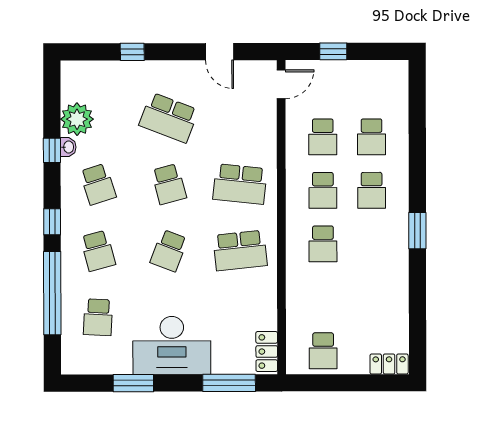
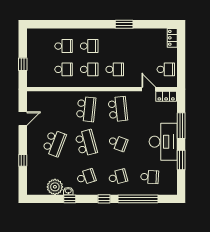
door: (281, 84) -> (149, 89), moved
school desk: (169, 184) -> (86, 143), width x1.85
window: (417, 231) -> (124, 24), moved
window: (229, 383) -> (181, 126), moved

